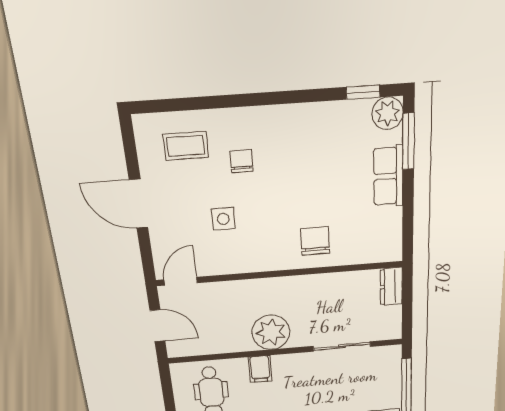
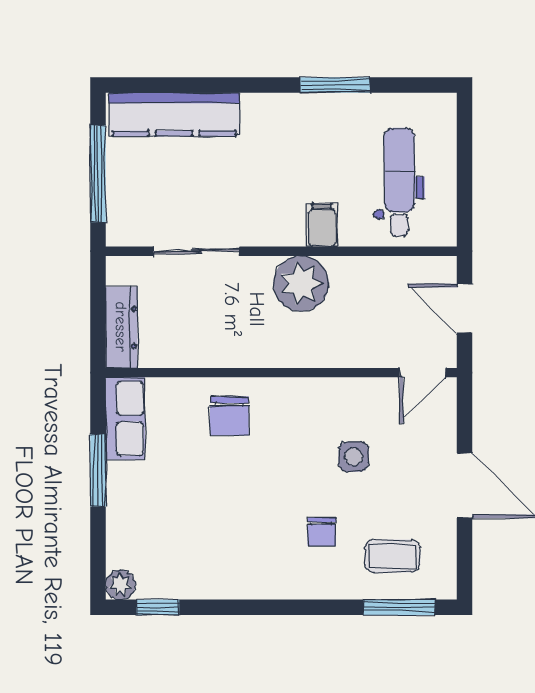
window: (176, 105) -> (399, 607), added
plant: (388, 113) -> (120, 585), width x0.73, depth x0.73
window: (408, 141) -> (98, 470), moved
row of seats: (388, 176) -> (125, 418), moved
dresser: (391, 287) -> (121, 327), width x1.44

